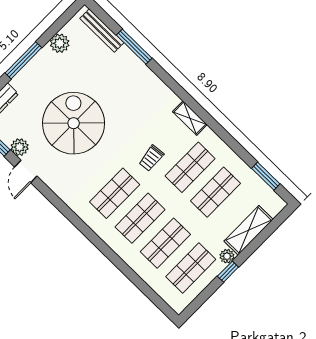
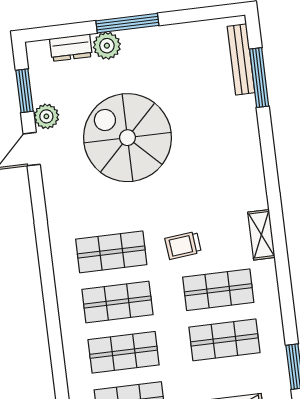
plant: (60, 43) -> (107, 46), moved
window: (134, 47) -> (259, 78), moved
spiral stairs: (74, 123) -> (127, 138), turned -90

